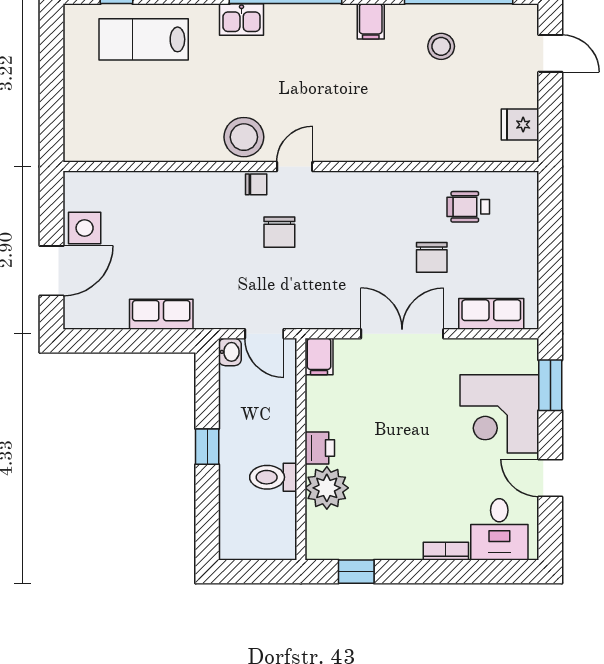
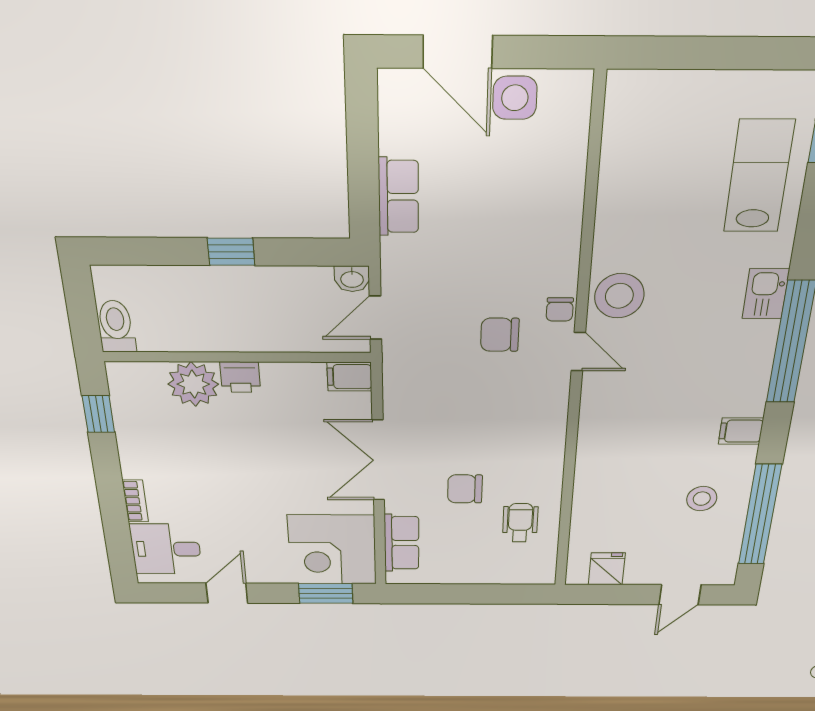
double door: (402, 334) -> (378, 460), swing flipped
corner desk: (499, 414) -> (332, 550), moved, turned -90
toilet: (273, 477) -> (116, 326), moved

